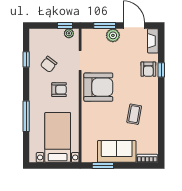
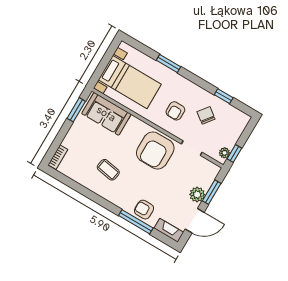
window: (161, 70) -> (136, 222), width x2.17
window: (26, 116) -> (168, 64), width x0.69
sofa: (117, 151) -> (106, 114), moved, turned 90

